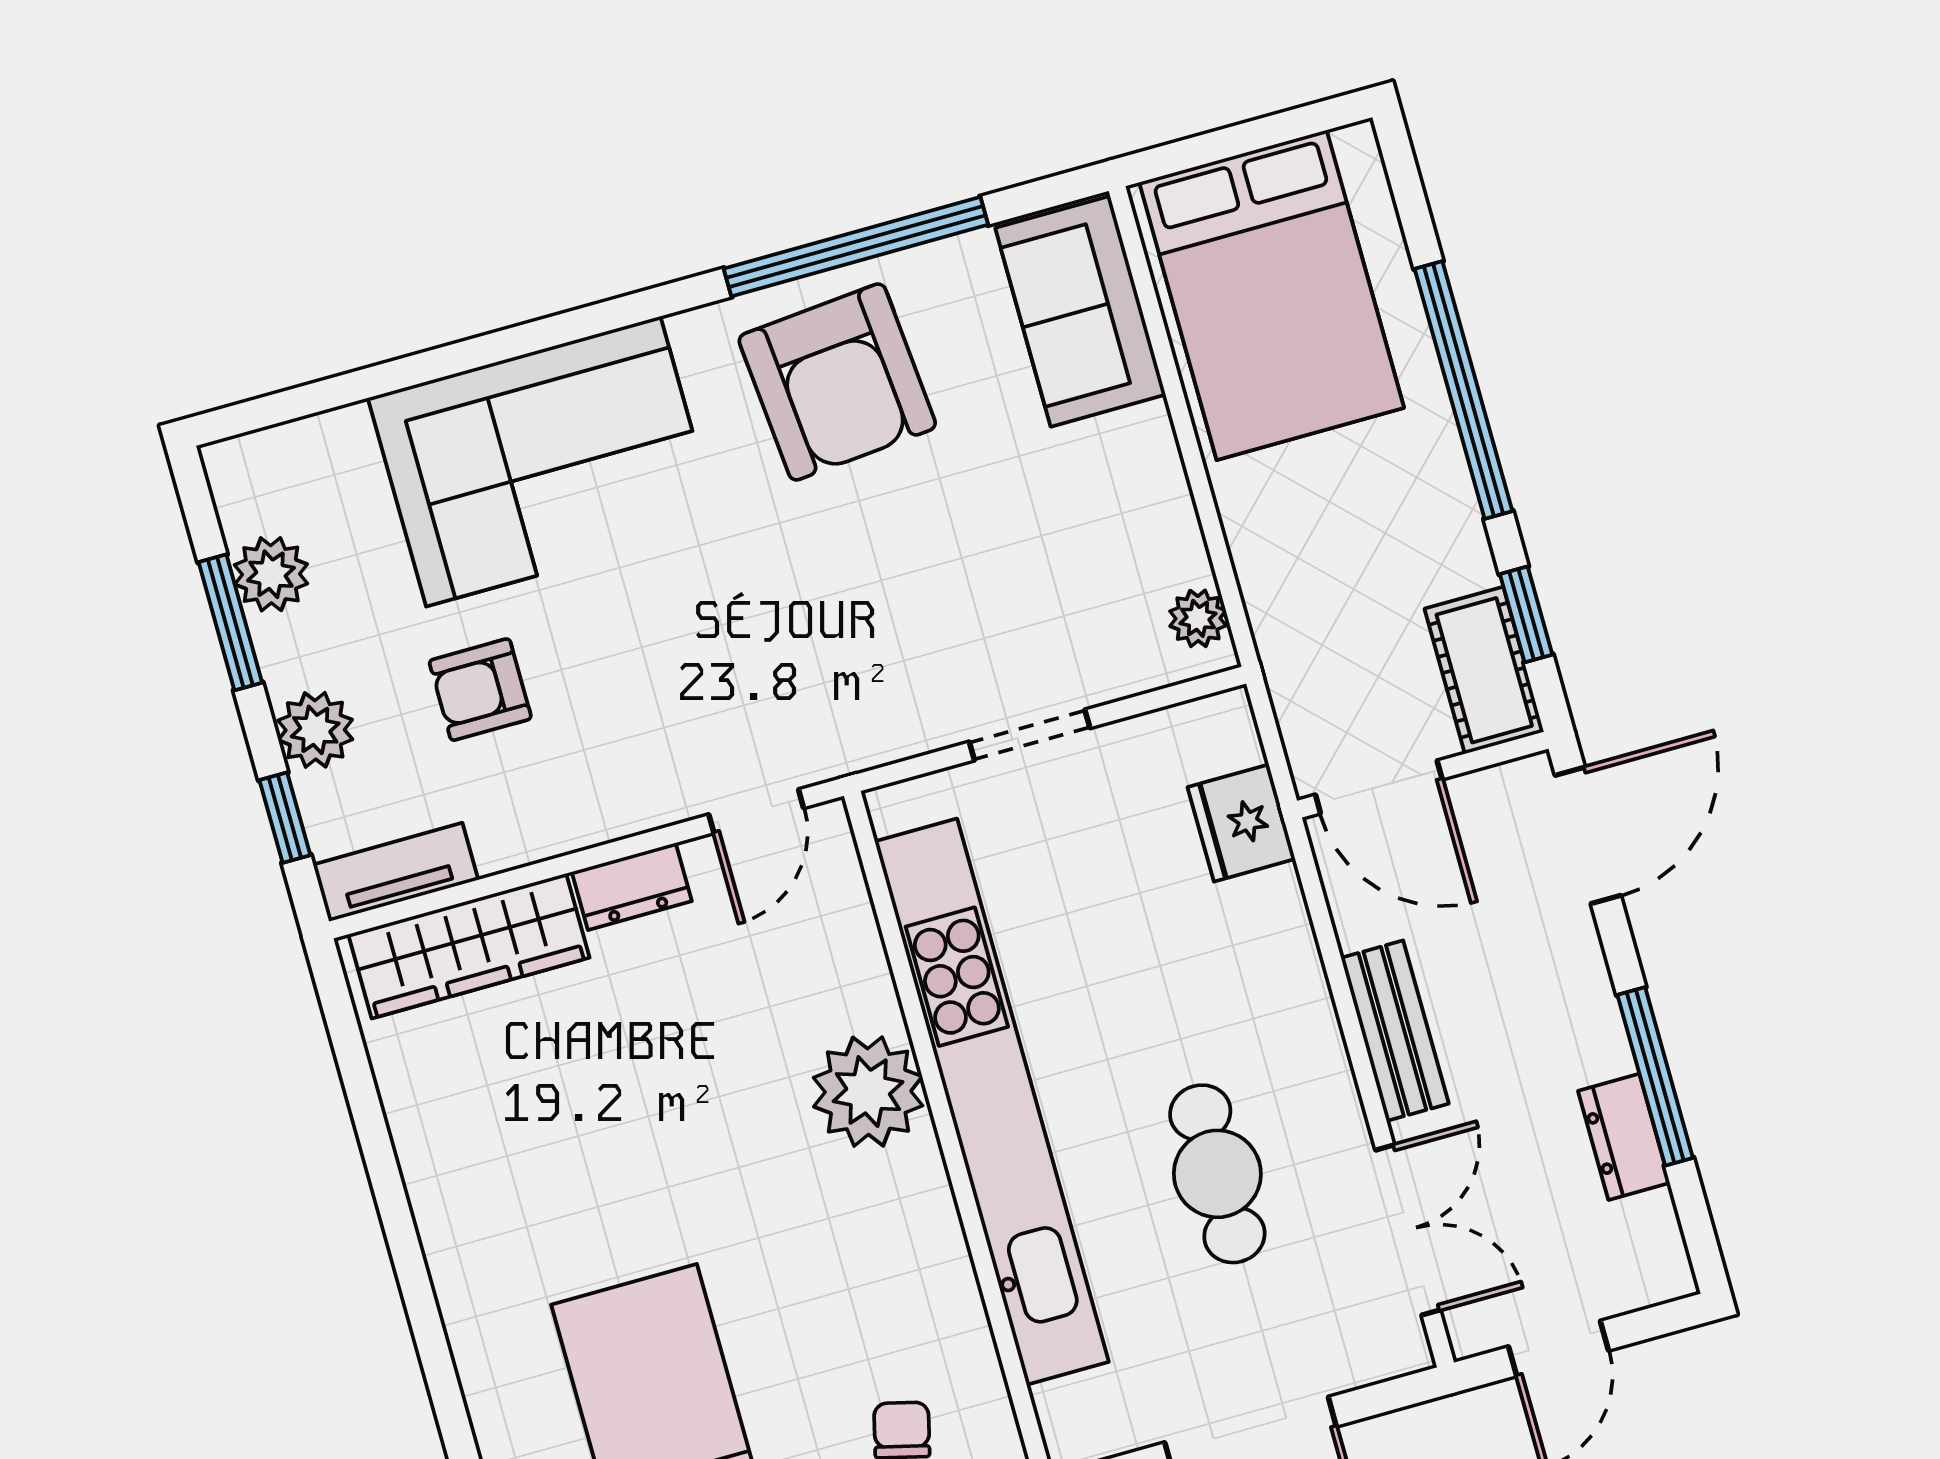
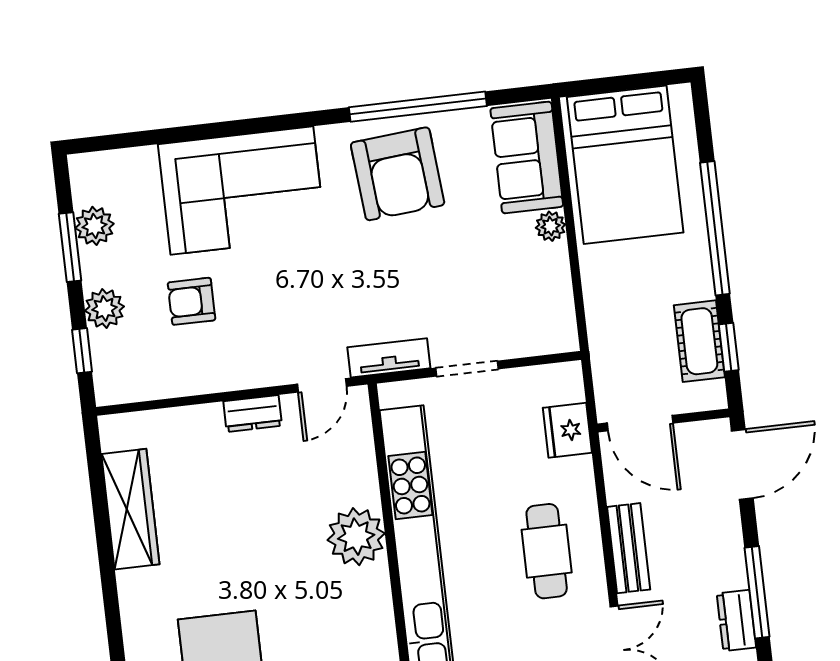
plant: (1198, 618) -> (551, 226), moved
cot: (1484, 670) -> (699, 341), moved
tv unit: (396, 872) -> (389, 358), moved
wardrobe: (469, 946) -> (130, 509), moved, turned -90
cafe table: (1217, 1174) -> (547, 551), moved

